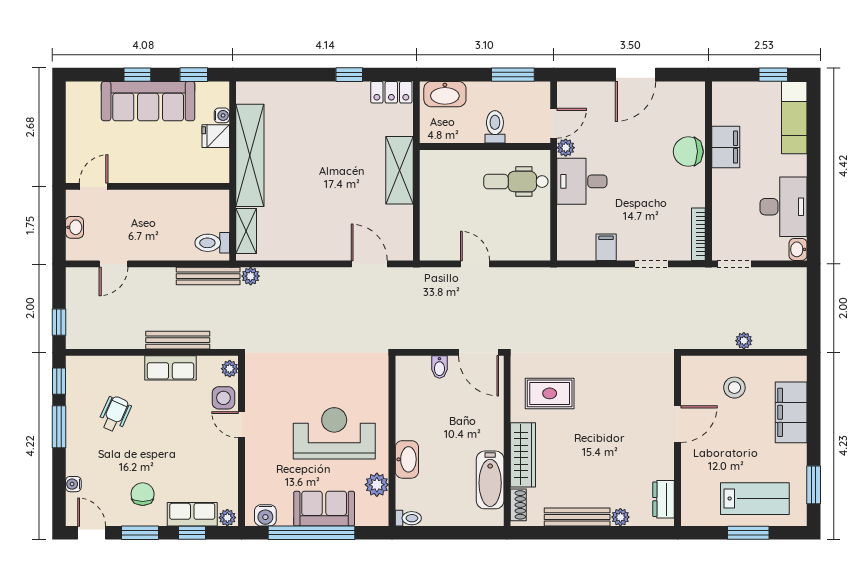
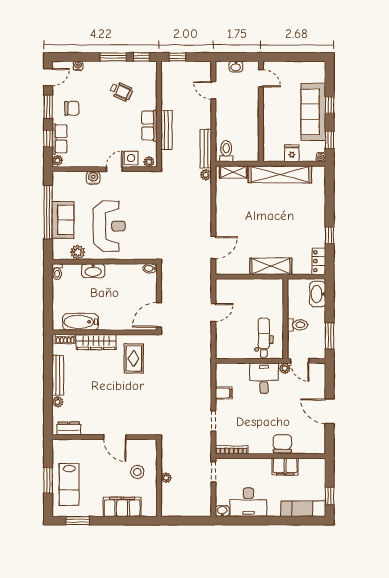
water cooler: (222, 115) -> (321, 157), moved
bidet: (439, 367) -> (150, 268), moved
water cooler: (265, 515) -> (93, 178), moved, turned 90

